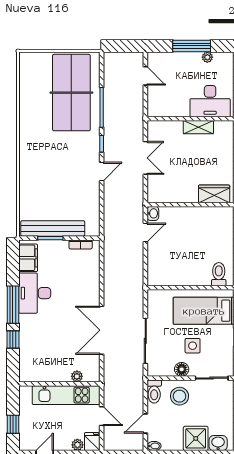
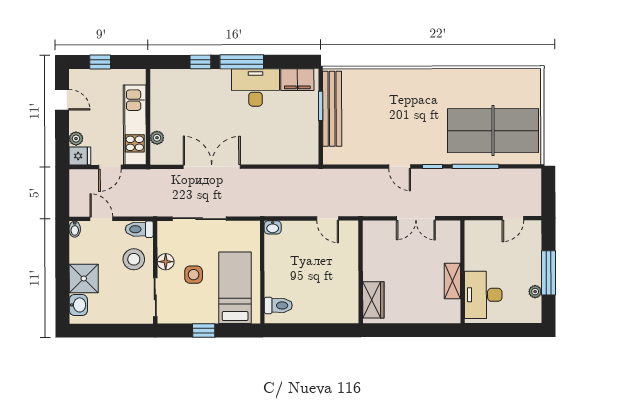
washbasin: (153, 213) -> (273, 227), moved
bookcase: (81, 244) -> (313, 142), removed

